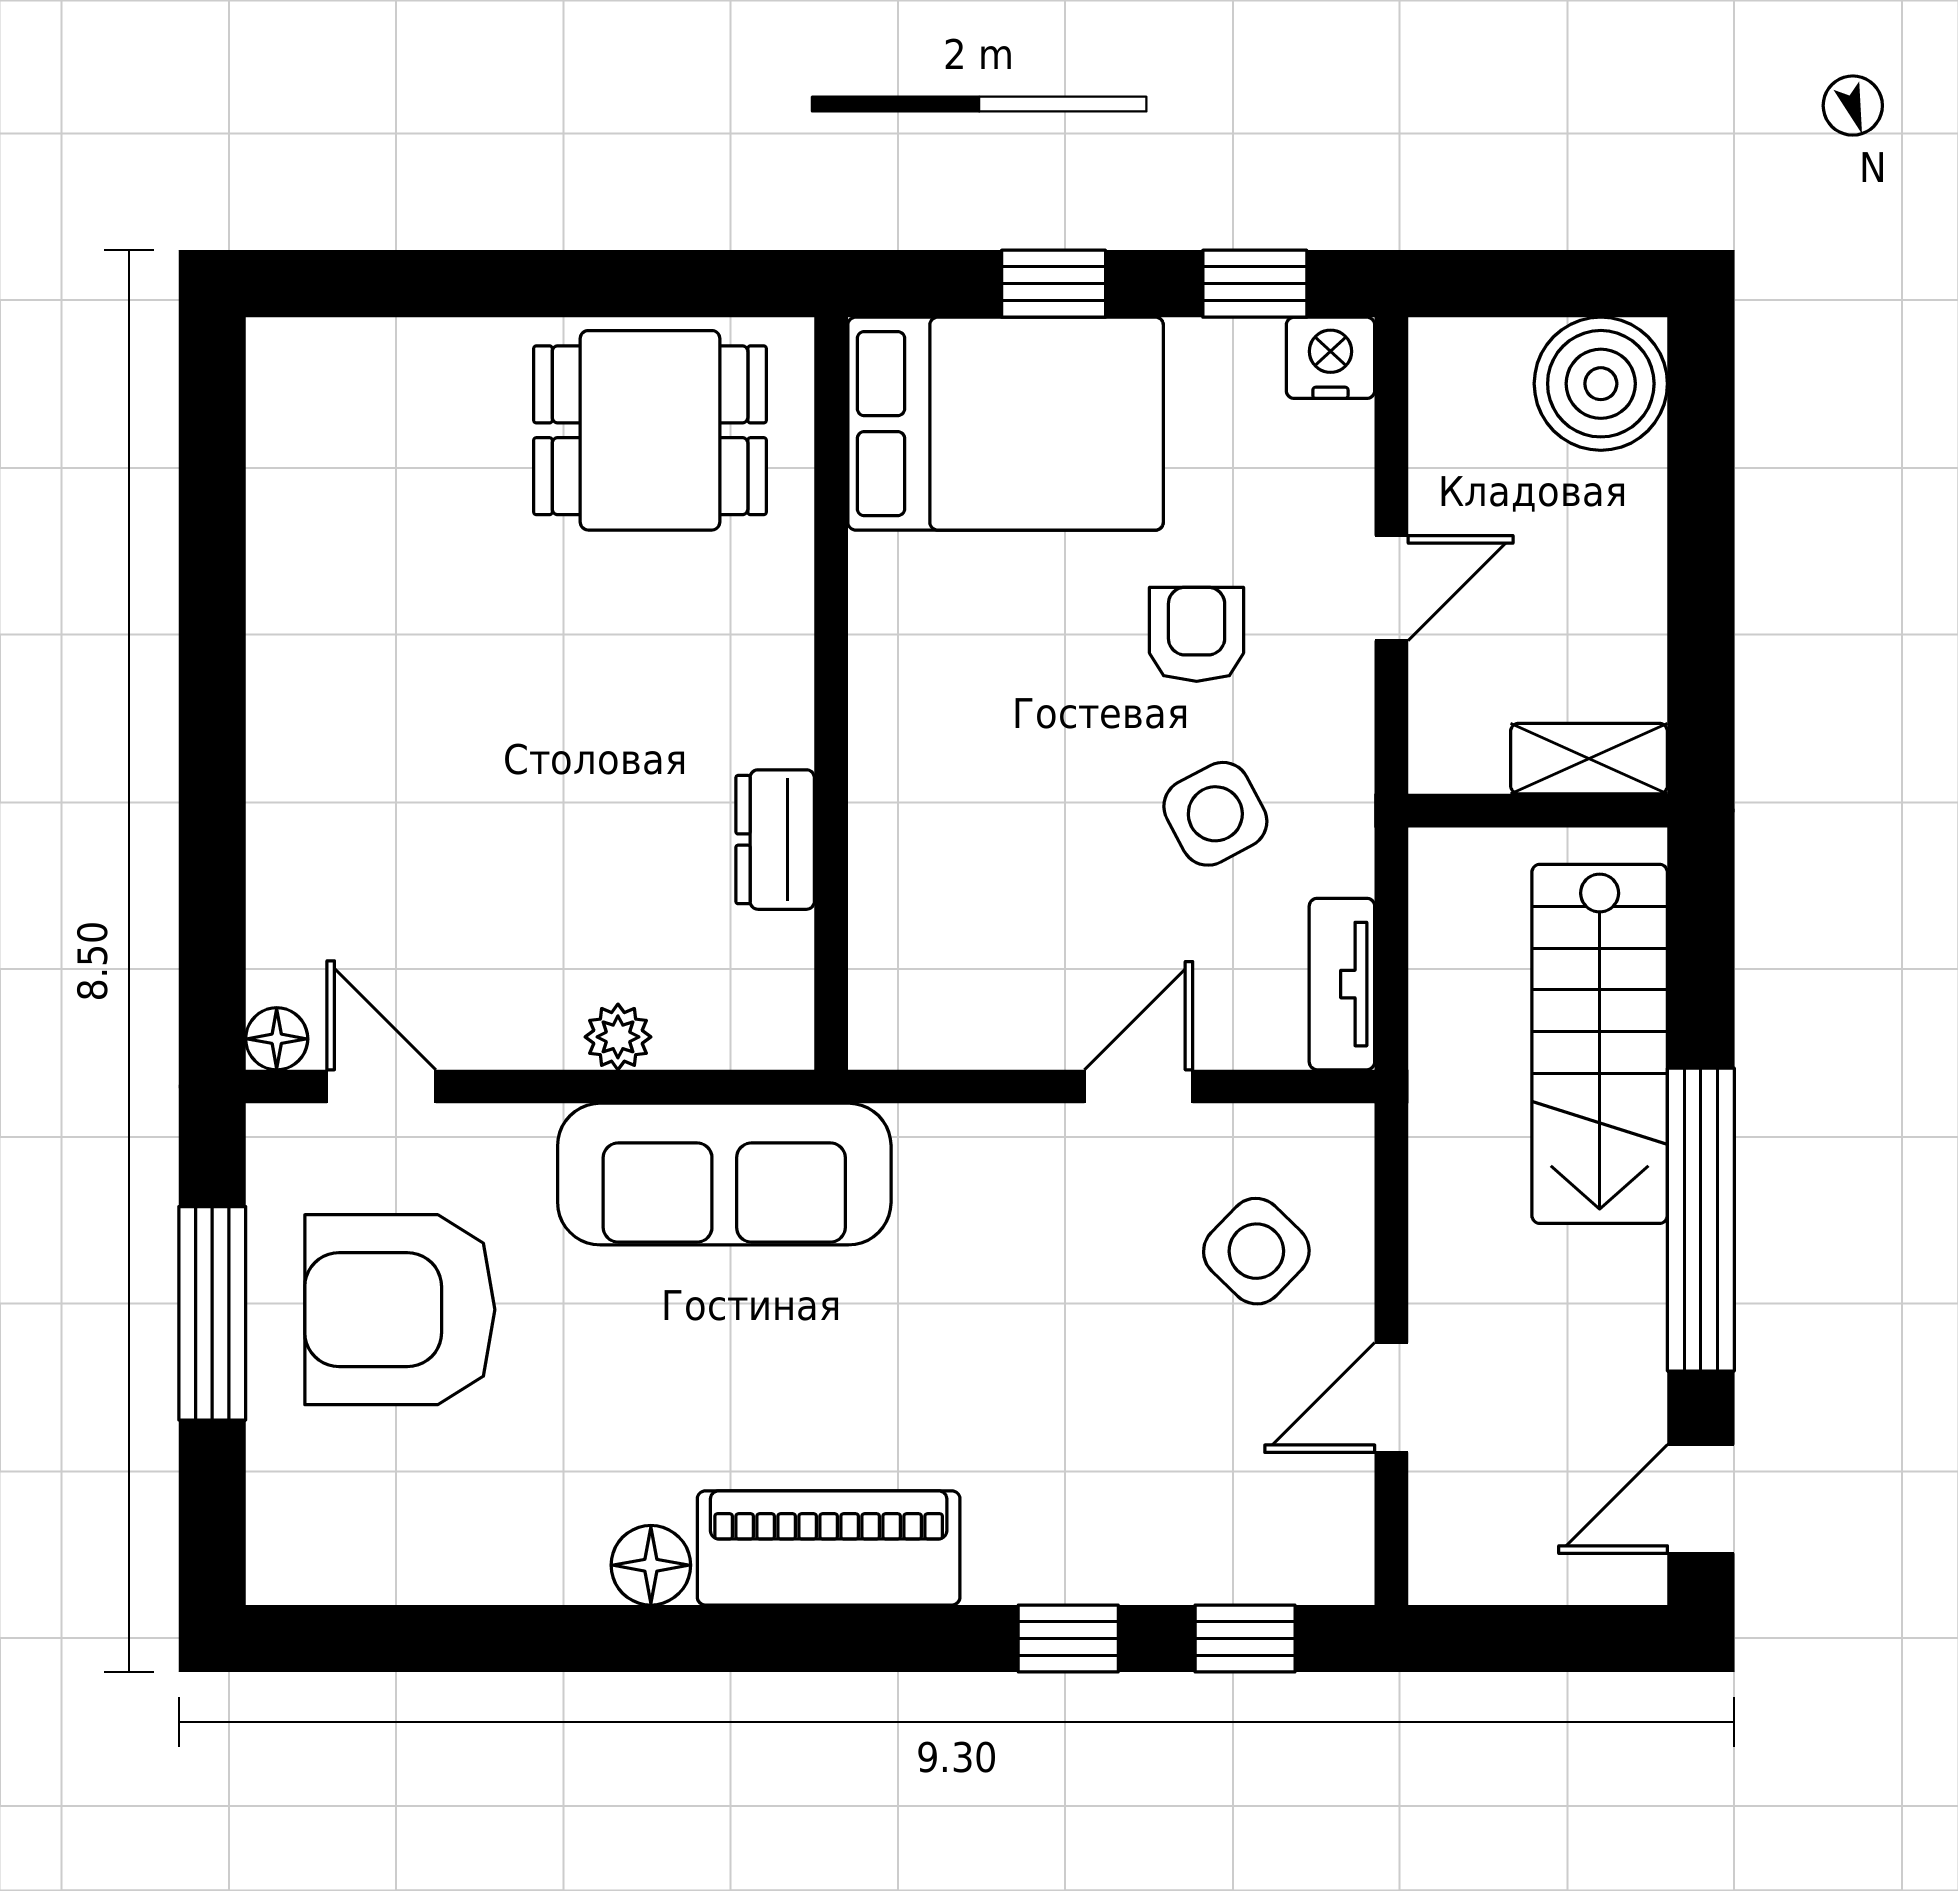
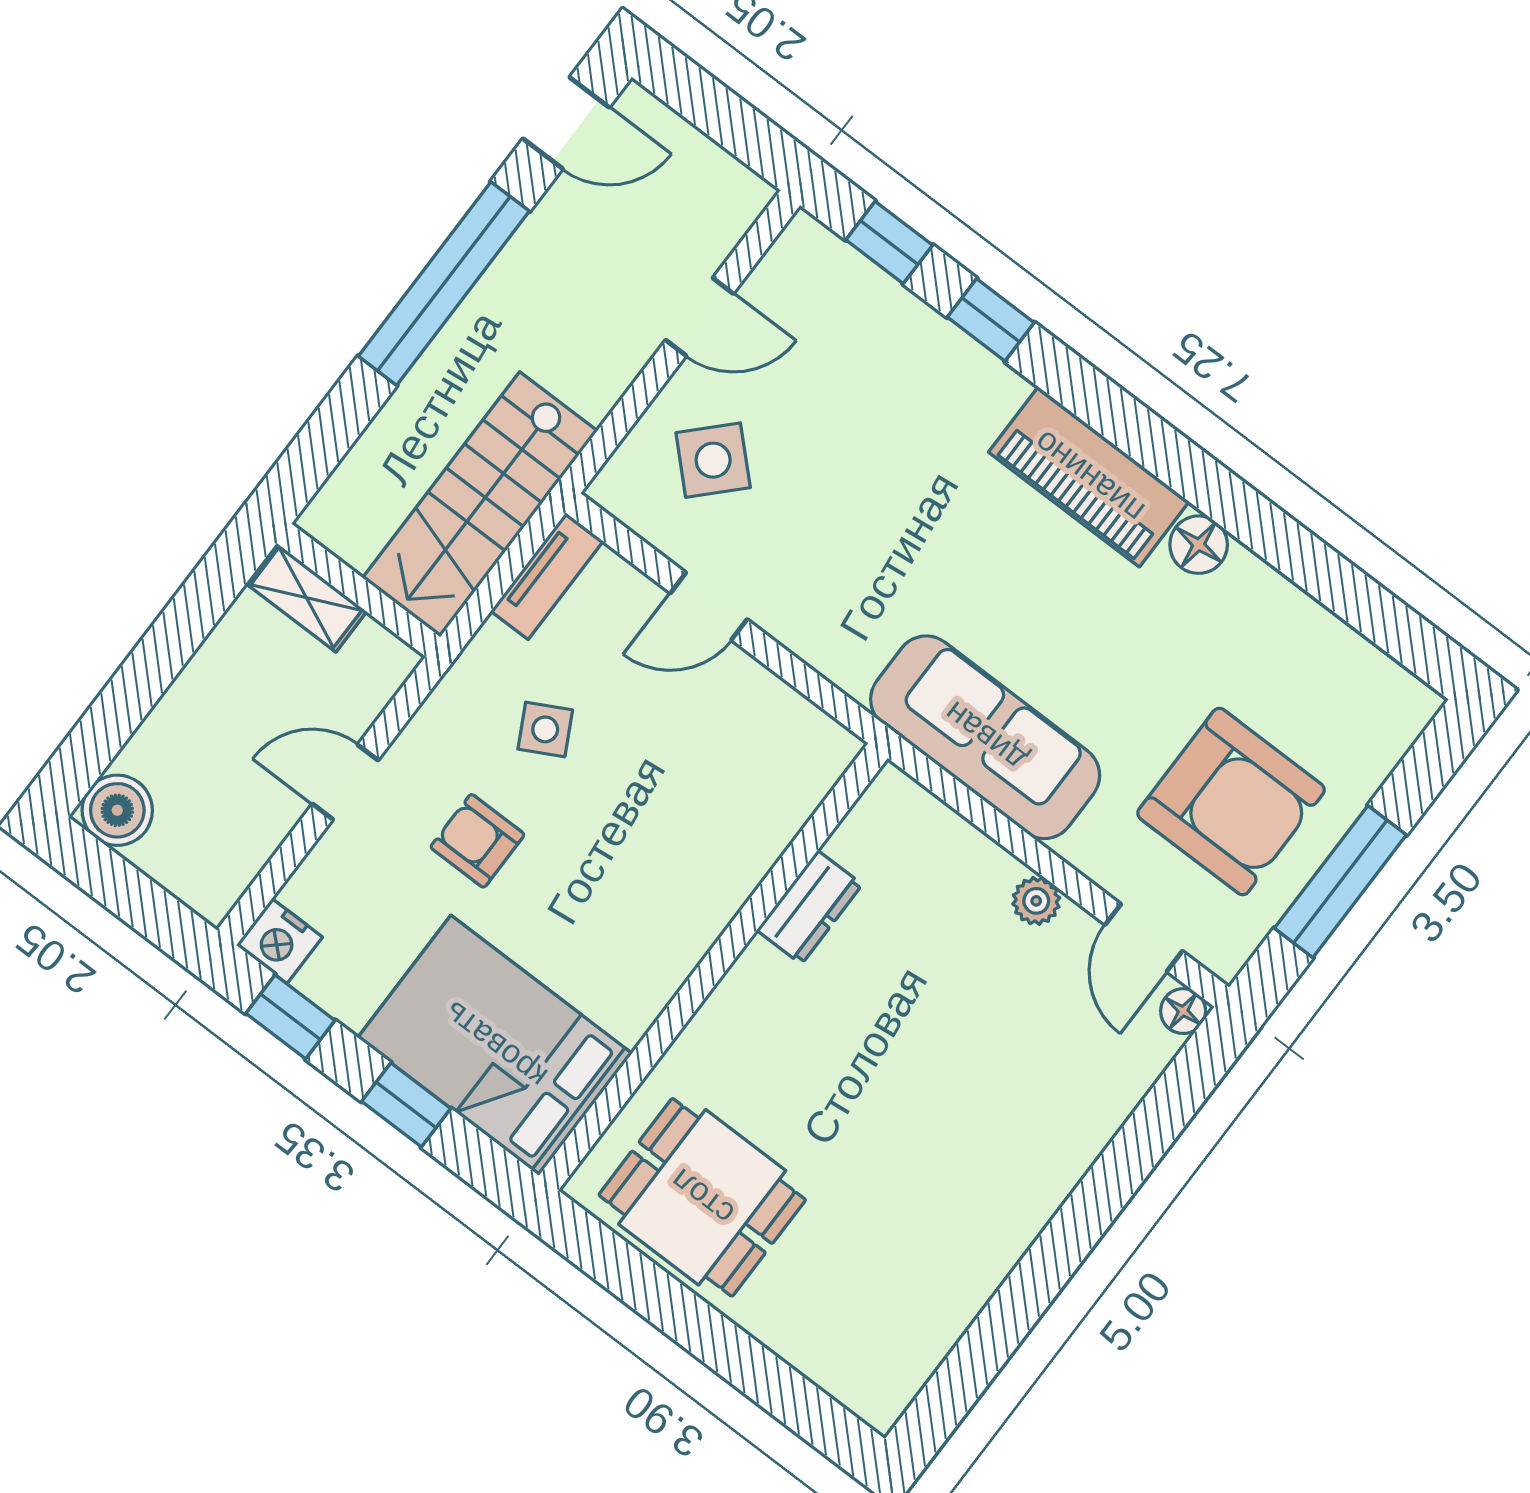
boiler: (1601, 384) -> (117, 810), width x0.73, depth x0.73
armchair: (1197, 634) -> (477, 841), turned 90
side table: (1215, 814) -> (545, 729), width x0.73, depth x0.73
plant: (618, 1037) -> (1036, 901), moved
stairs: (1600, 1044) -> (480, 504), moved, turned 180

